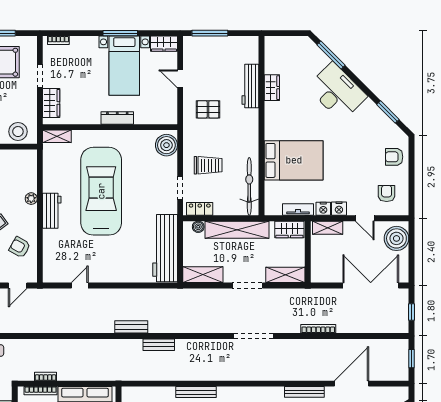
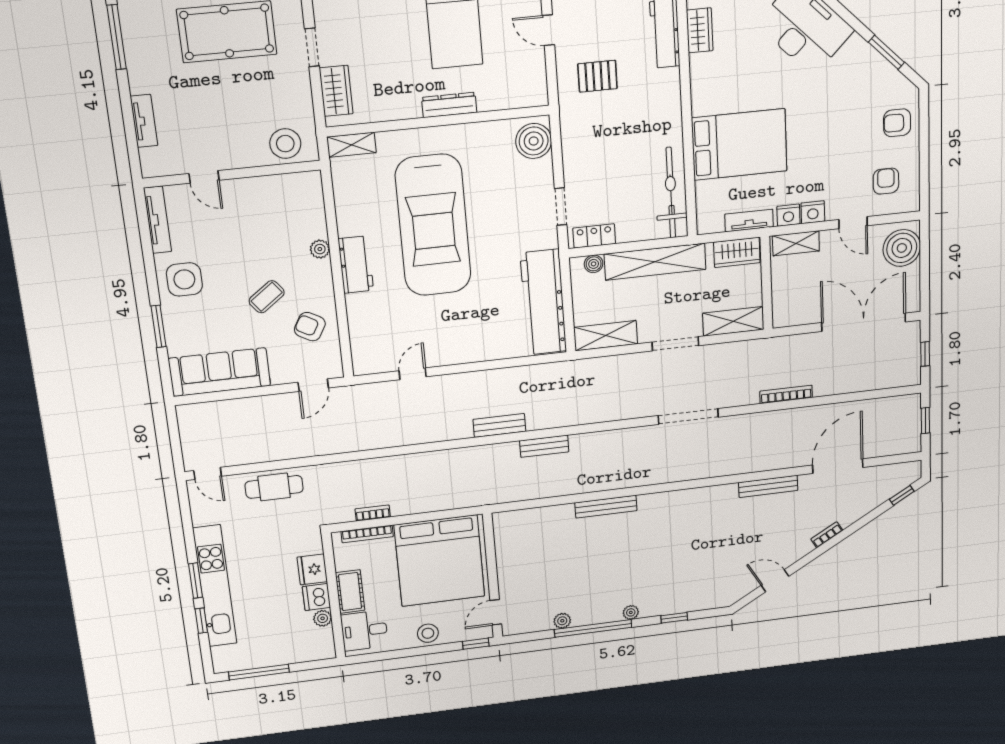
trolley: (208, 165) -> (603, 166), removed
car: (101, 191) -> (433, 225), turned 180

